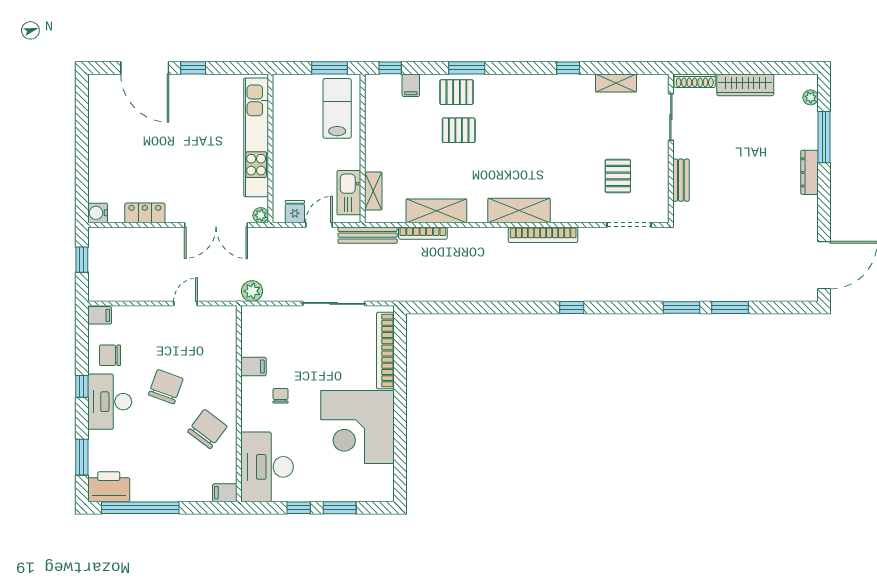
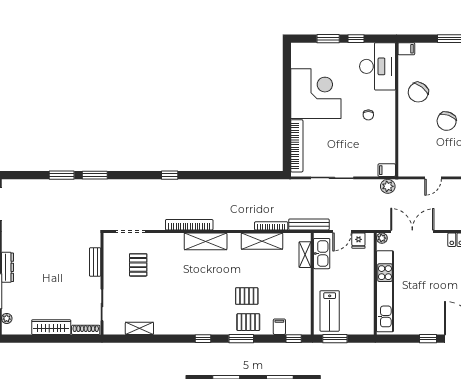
window: (568, 68) -> (203, 339), moved
filing cabinet: (253, 367) -> (387, 170), moved

